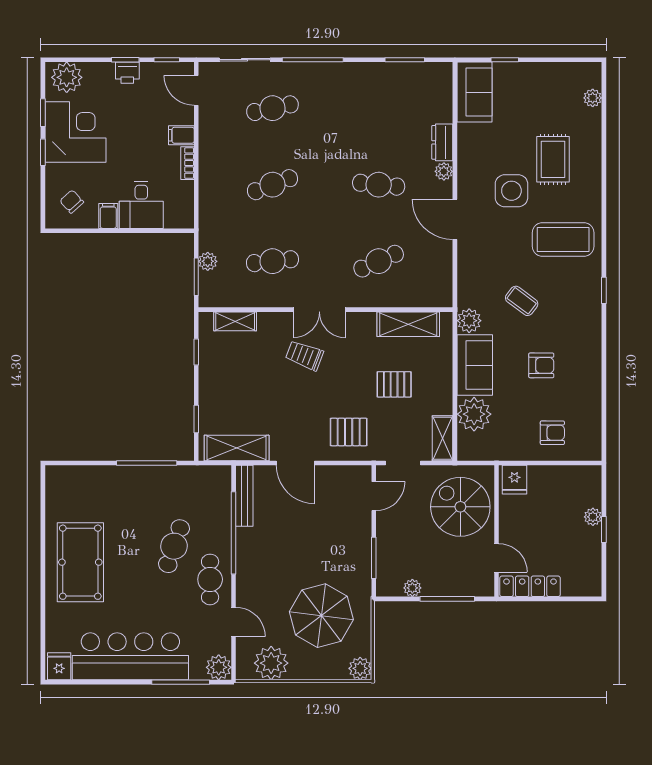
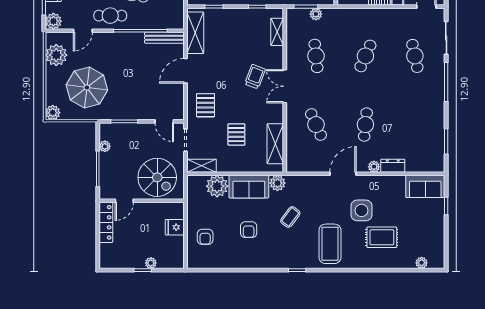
cafe table: (272, 185) -> (365, 56), turned 45
fridge: (514, 480) -> (175, 227), moved
spiral stairs: (460, 507) -> (157, 177), turned 90

